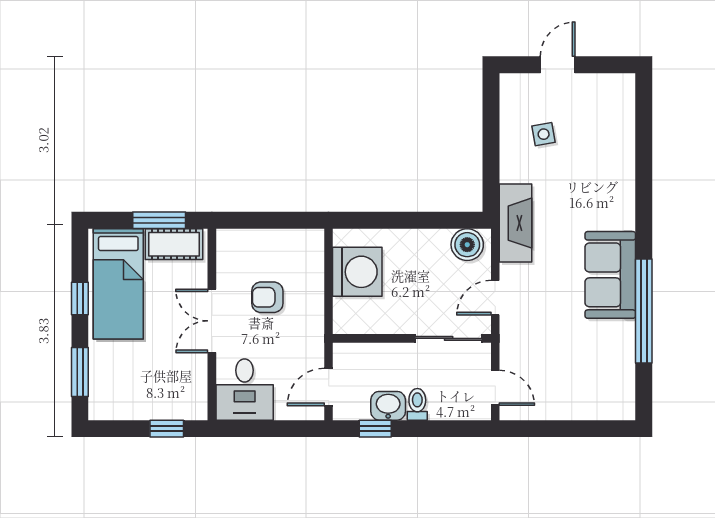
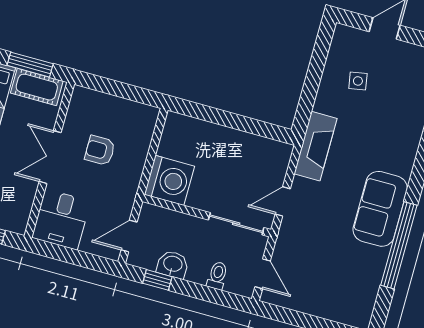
boiler: (467, 245) -> (272, 153), removed
washing machine: (357, 272) -> (169, 180), moved
toilet: (417, 404) -> (217, 276), moved

